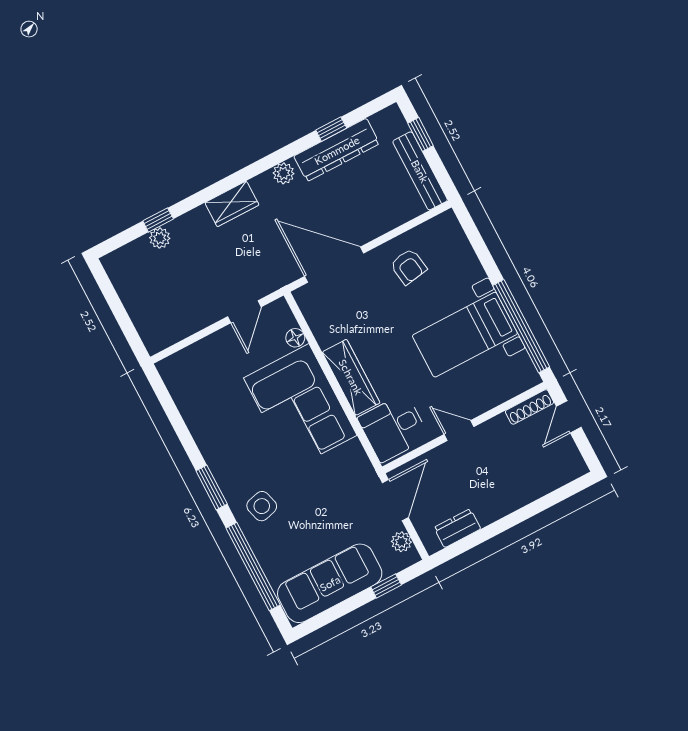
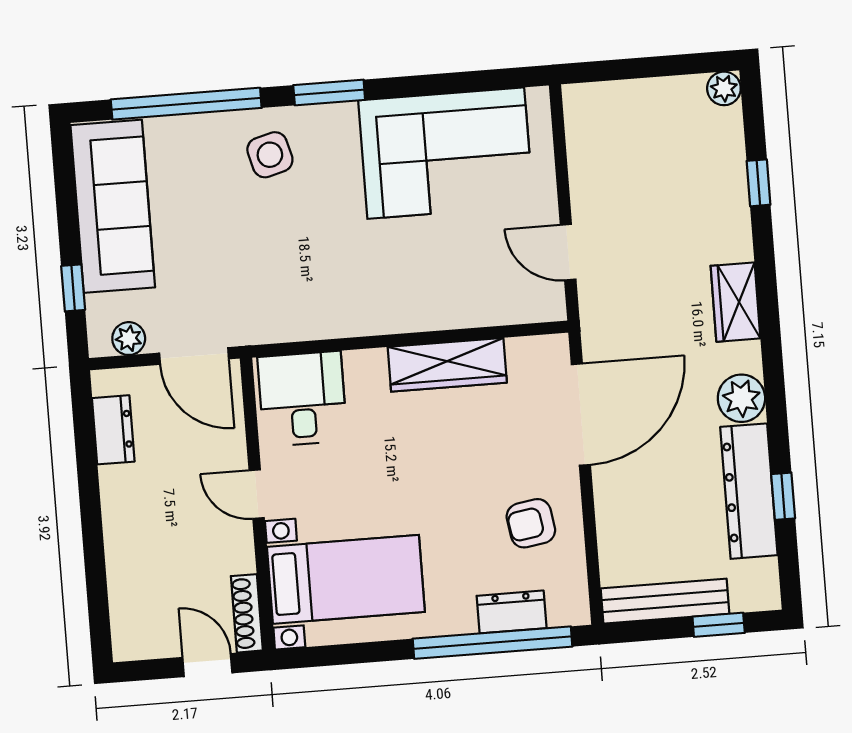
plant: (284, 173) -> (741, 398), width x1.38, depth x1.38
plant: (160, 238) -> (724, 88), moved
dresser: (464, 256) -> (512, 612), added
window: (521, 326) -> (493, 643), moved
bed with nightstands: (465, 335) -> (346, 579), moved, turned 90
floor lamp: (295, 338) -> (497, 311), removed
wardrobe: (351, 377) -> (447, 365), moved
corner sofa: (300, 407) -> (446, 153), moved, turned 180
door: (459, 431) -> (257, 494), swing flipped

